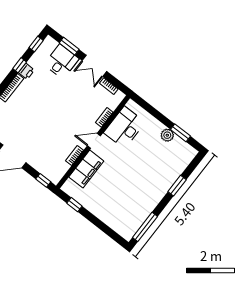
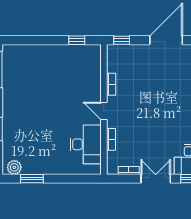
plant: (167, 135) -> (14, 167), moved
door: (94, 141) -> (104, 111), swing flipped
filing cabinet: (86, 169) -> (91, 80), removed

